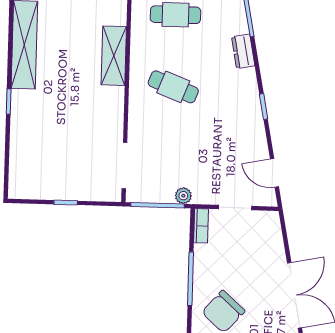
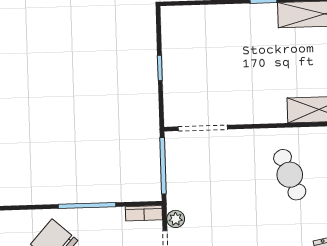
cafe table: (173, 87) -> (290, 175), turned -42
plant: (183, 196) -> (176, 219), moved

